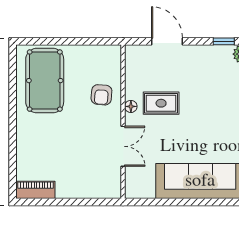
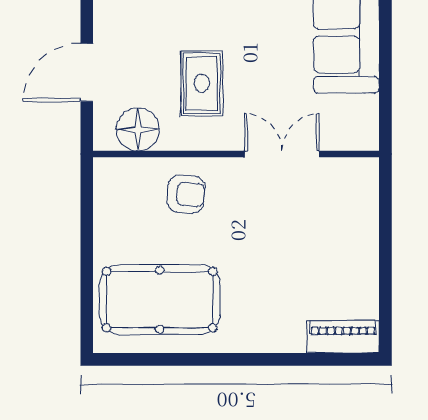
floor lamp: (131, 106) -> (138, 129), moved, width x1.89, depth x1.89
piano: (35, 190) -> (343, 337), moved, turned 90

